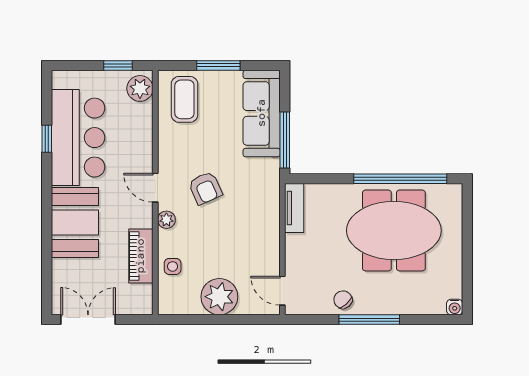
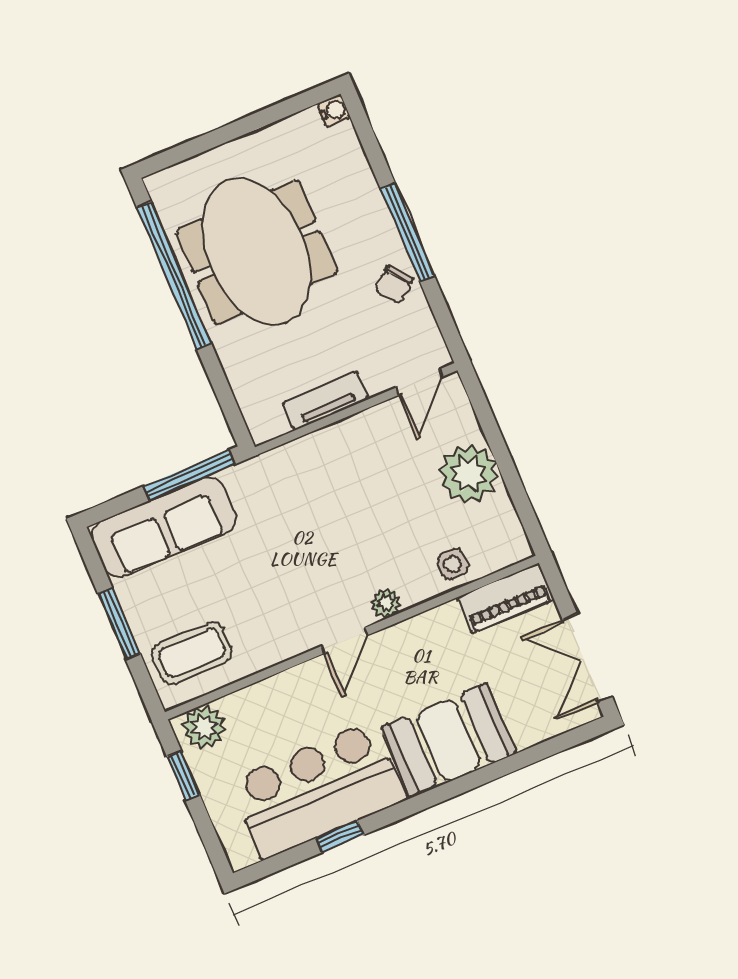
armchair: (205, 188) -> (313, 565), removed
tv unit: (294, 208) -> (325, 401), moved
piano: (141, 256) -> (506, 598), moved

